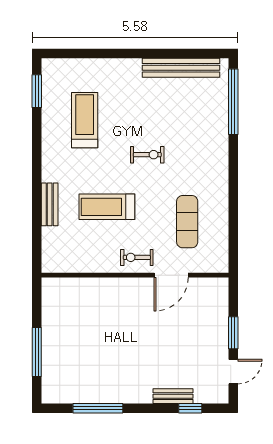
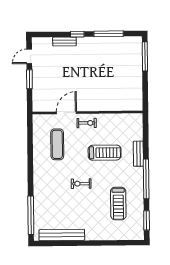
window: (37, 161) -> (146, 179), added
window: (37, 352) -> (145, 56), moved
window: (190, 408) -> (77, 34), moved

